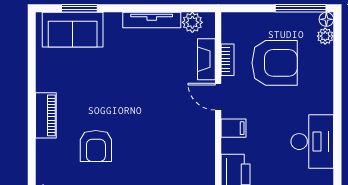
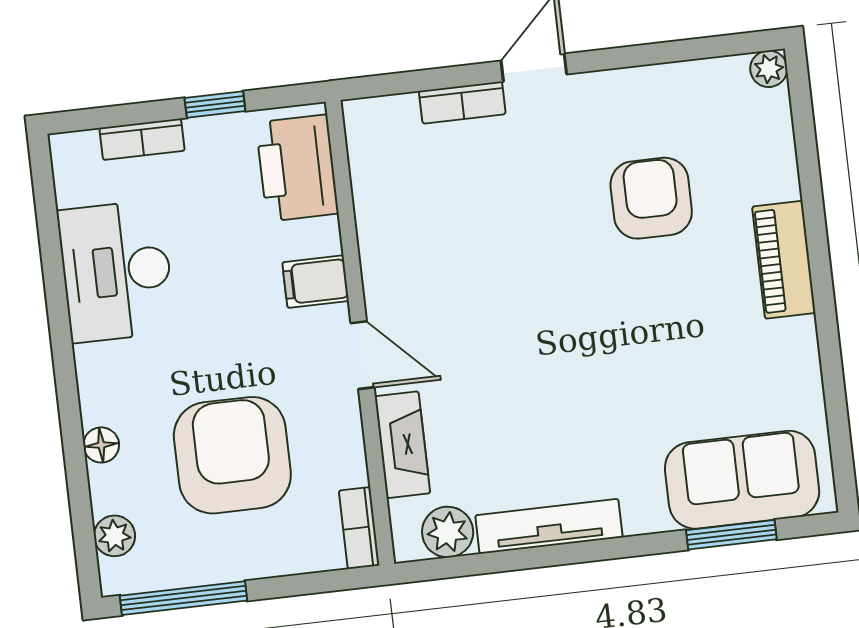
floor lamp: (326, 19) -> (101, 445), moved
bookcase: (227, 60) -> (359, 528), moved
armchair: (275, 63) -> (232, 455), turned 90

